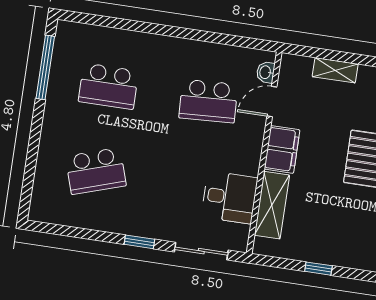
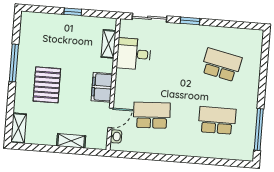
school desk: (96, 171) -> (221, 65), turned 30
shelving: (272, 205) -> (109, 44), width x0.67, depth x0.75

